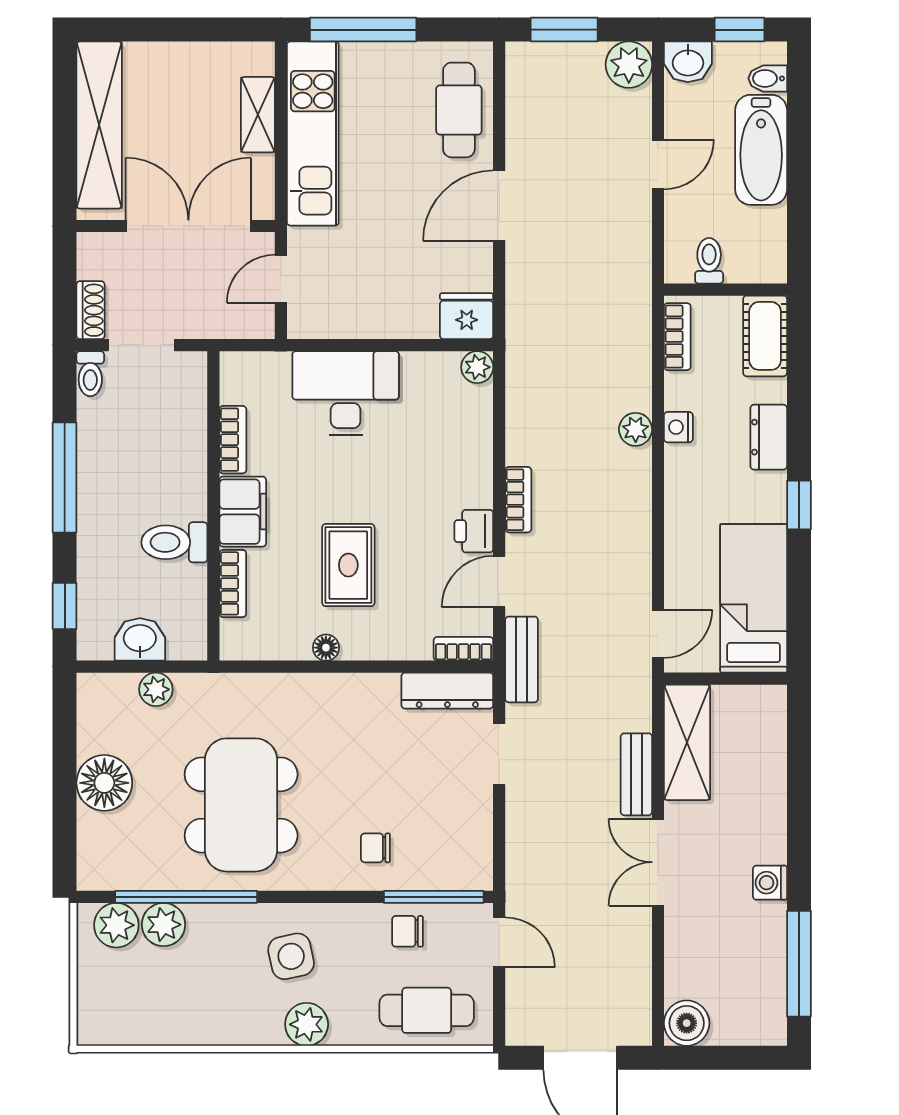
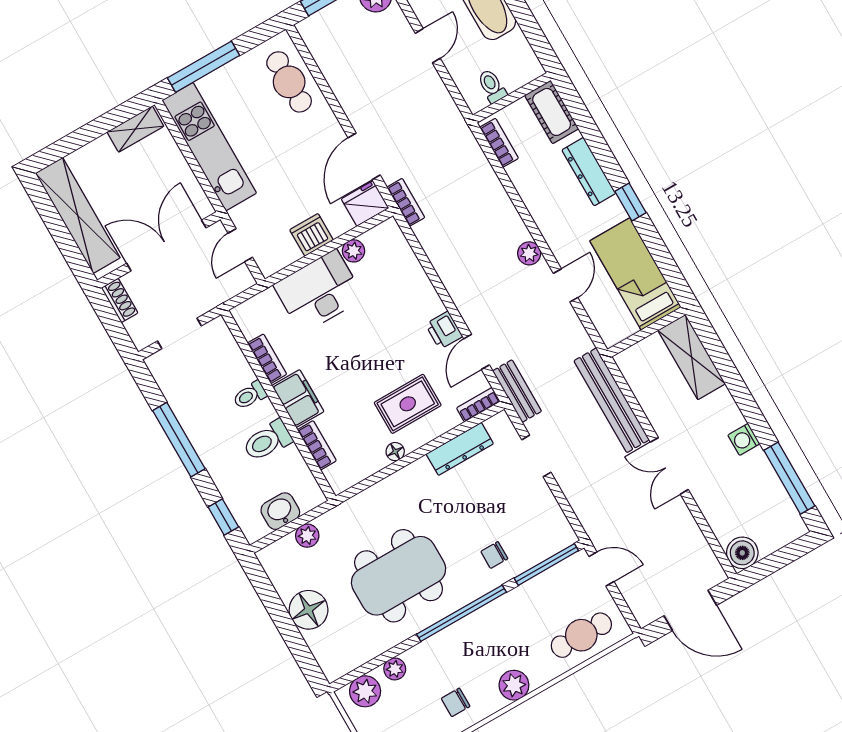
shelving: (258, 115) -> (135, 129), moved, turned 90
door: (499, 206) -> (364, 156), moved
shoe rack: (91, 310) -> (120, 300), moved
dishwasher: (377, 317) -> (311, 235), added
plant: (477, 367) -> (353, 251), moved
toilet: (90, 374) -> (250, 395), moved, turned 90
nightstand: (678, 427) -> (531, 197), removed
plant: (636, 429) -> (529, 253), moved
dresser: (769, 437) -> (589, 172), width x1.44
bookcase: (518, 500) -> (406, 202), moved
rug: (348, 565) -> (408, 404), moved, turned 90
door: (658, 634) -> (566, 285), moved
dresser: (447, 691) -> (460, 449), moved
shelving: (687, 742) -> (692, 357), moved
bench: (636, 774) -> (612, 400), width x1.86, depth x1.21
dining table: (241, 805) -> (399, 576), turned 90
window: (186, 897) -> (461, 613), moved
plant: (163, 925) -> (395, 669), width x0.73, depth x0.73
chair: (407, 931) -> (456, 702), moved
side table: (291, 956) -> (481, 650), removed

